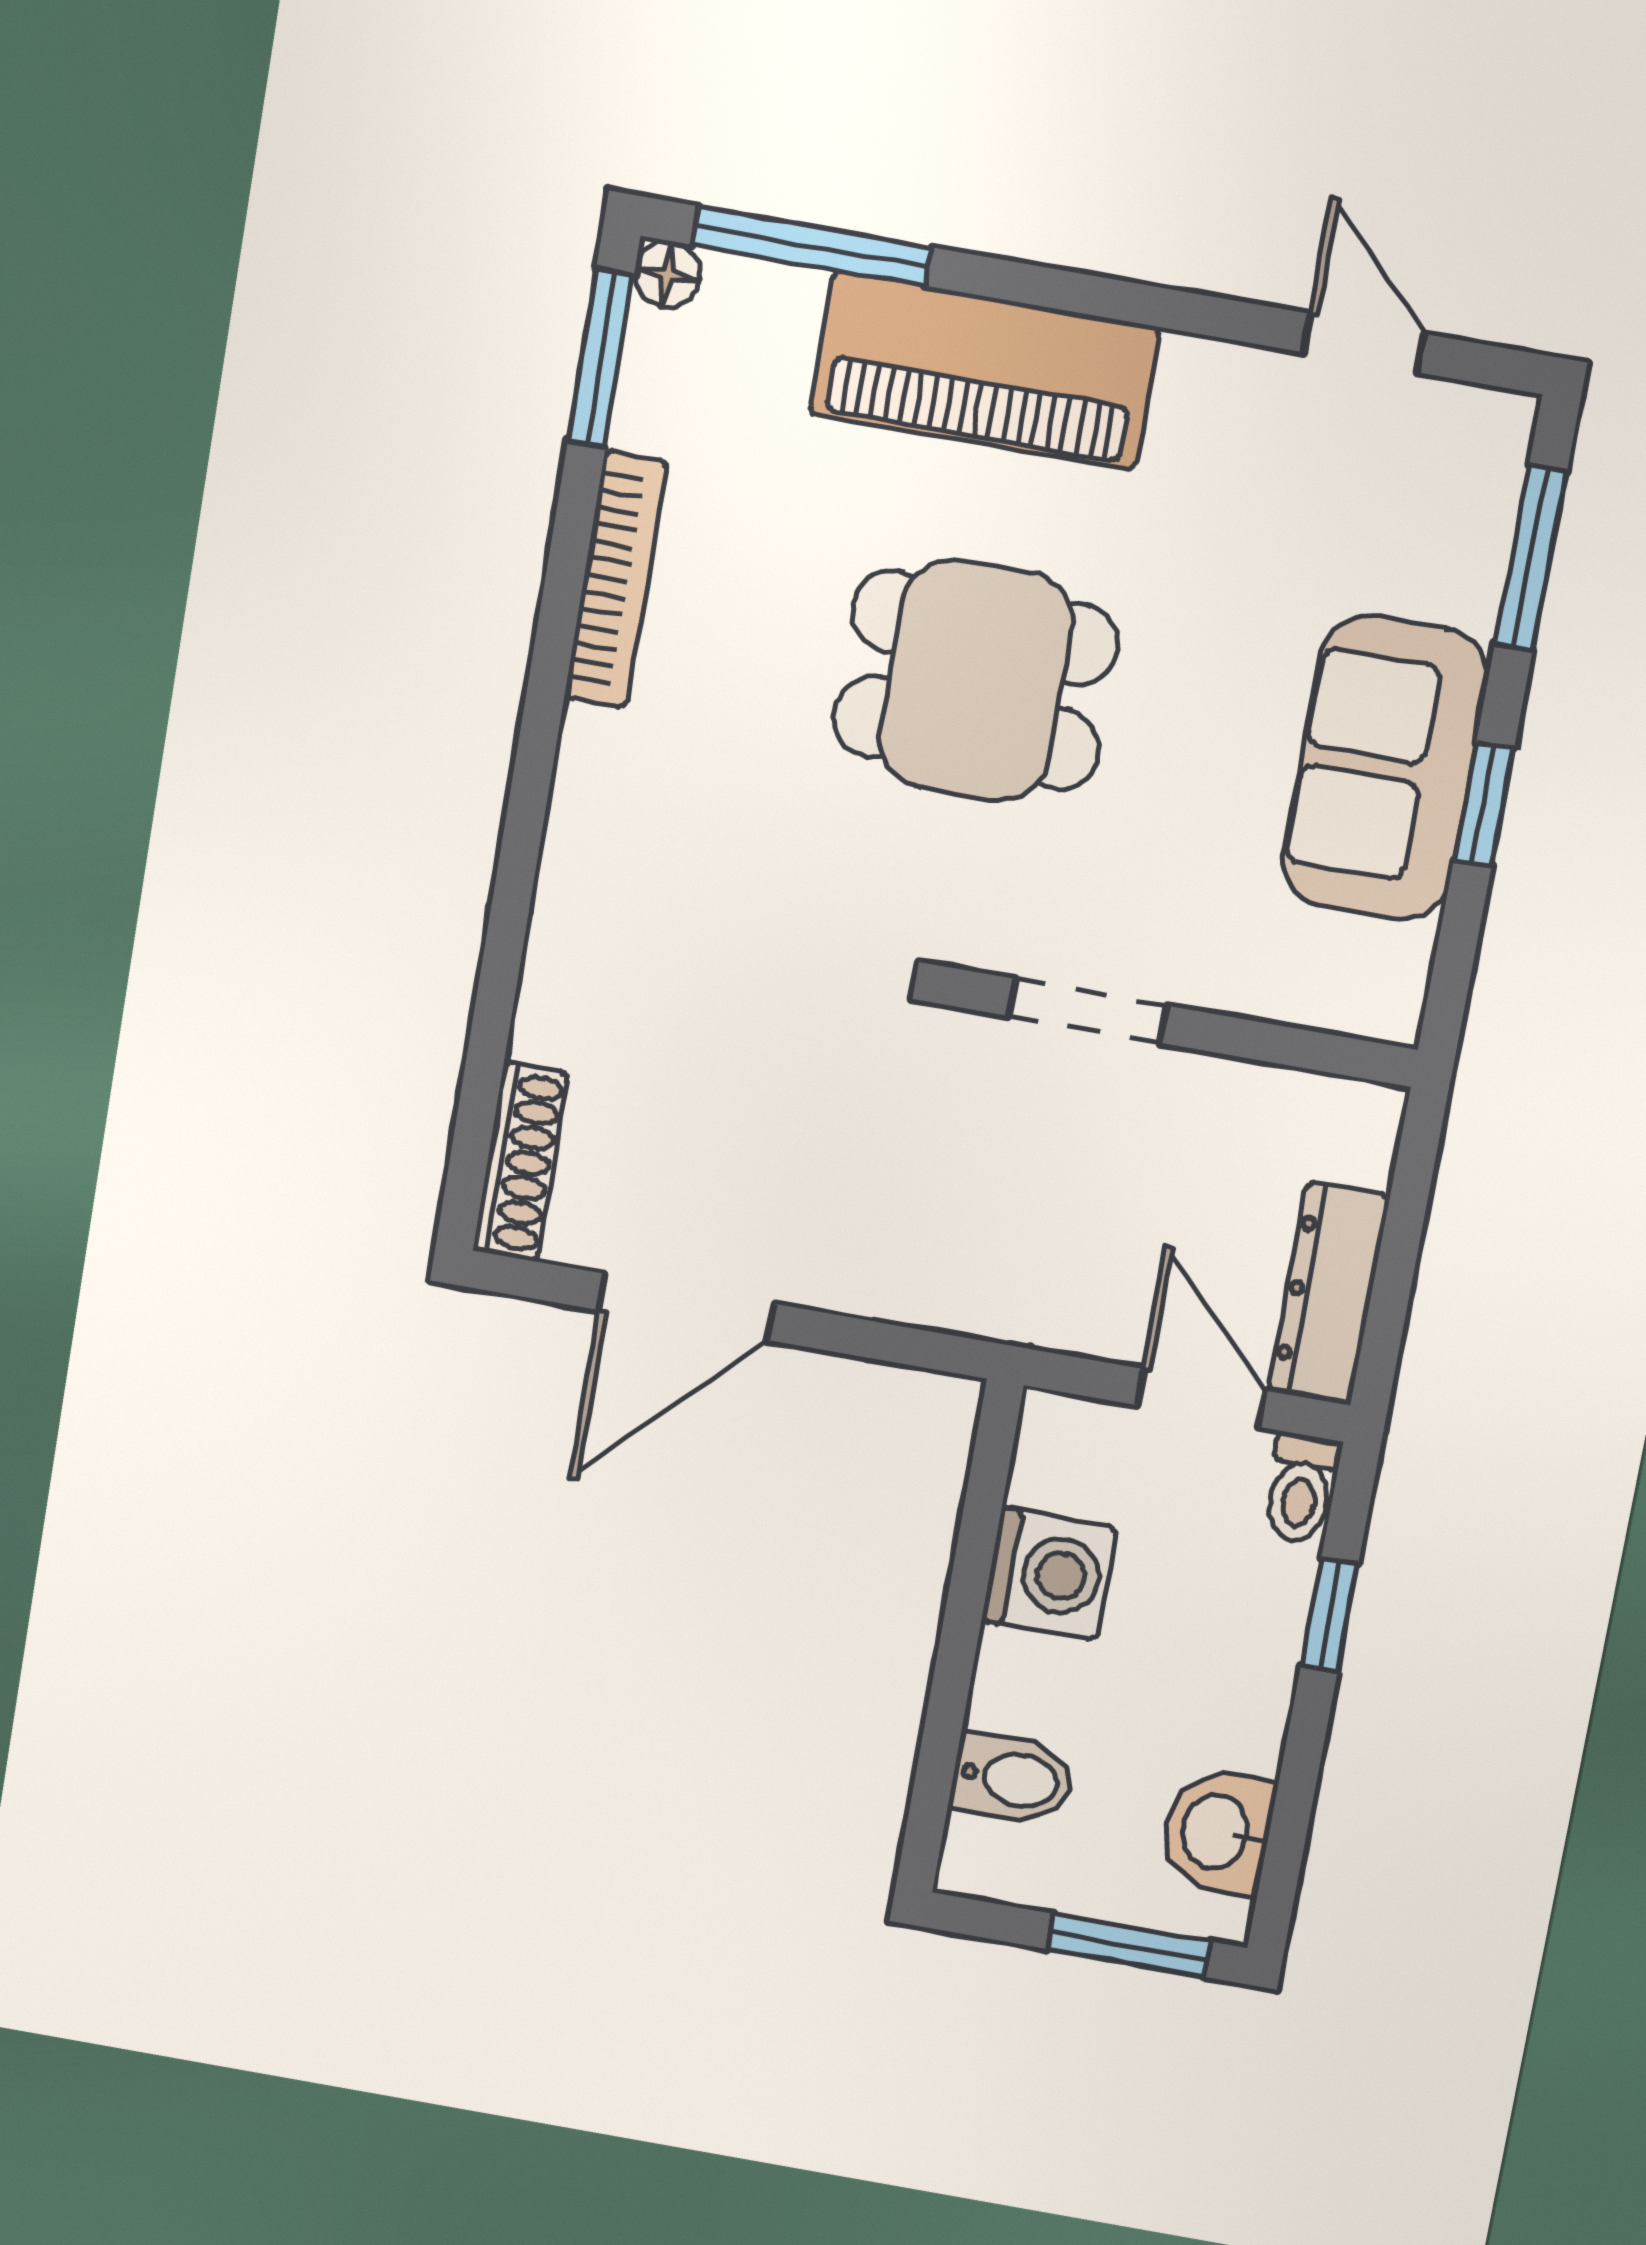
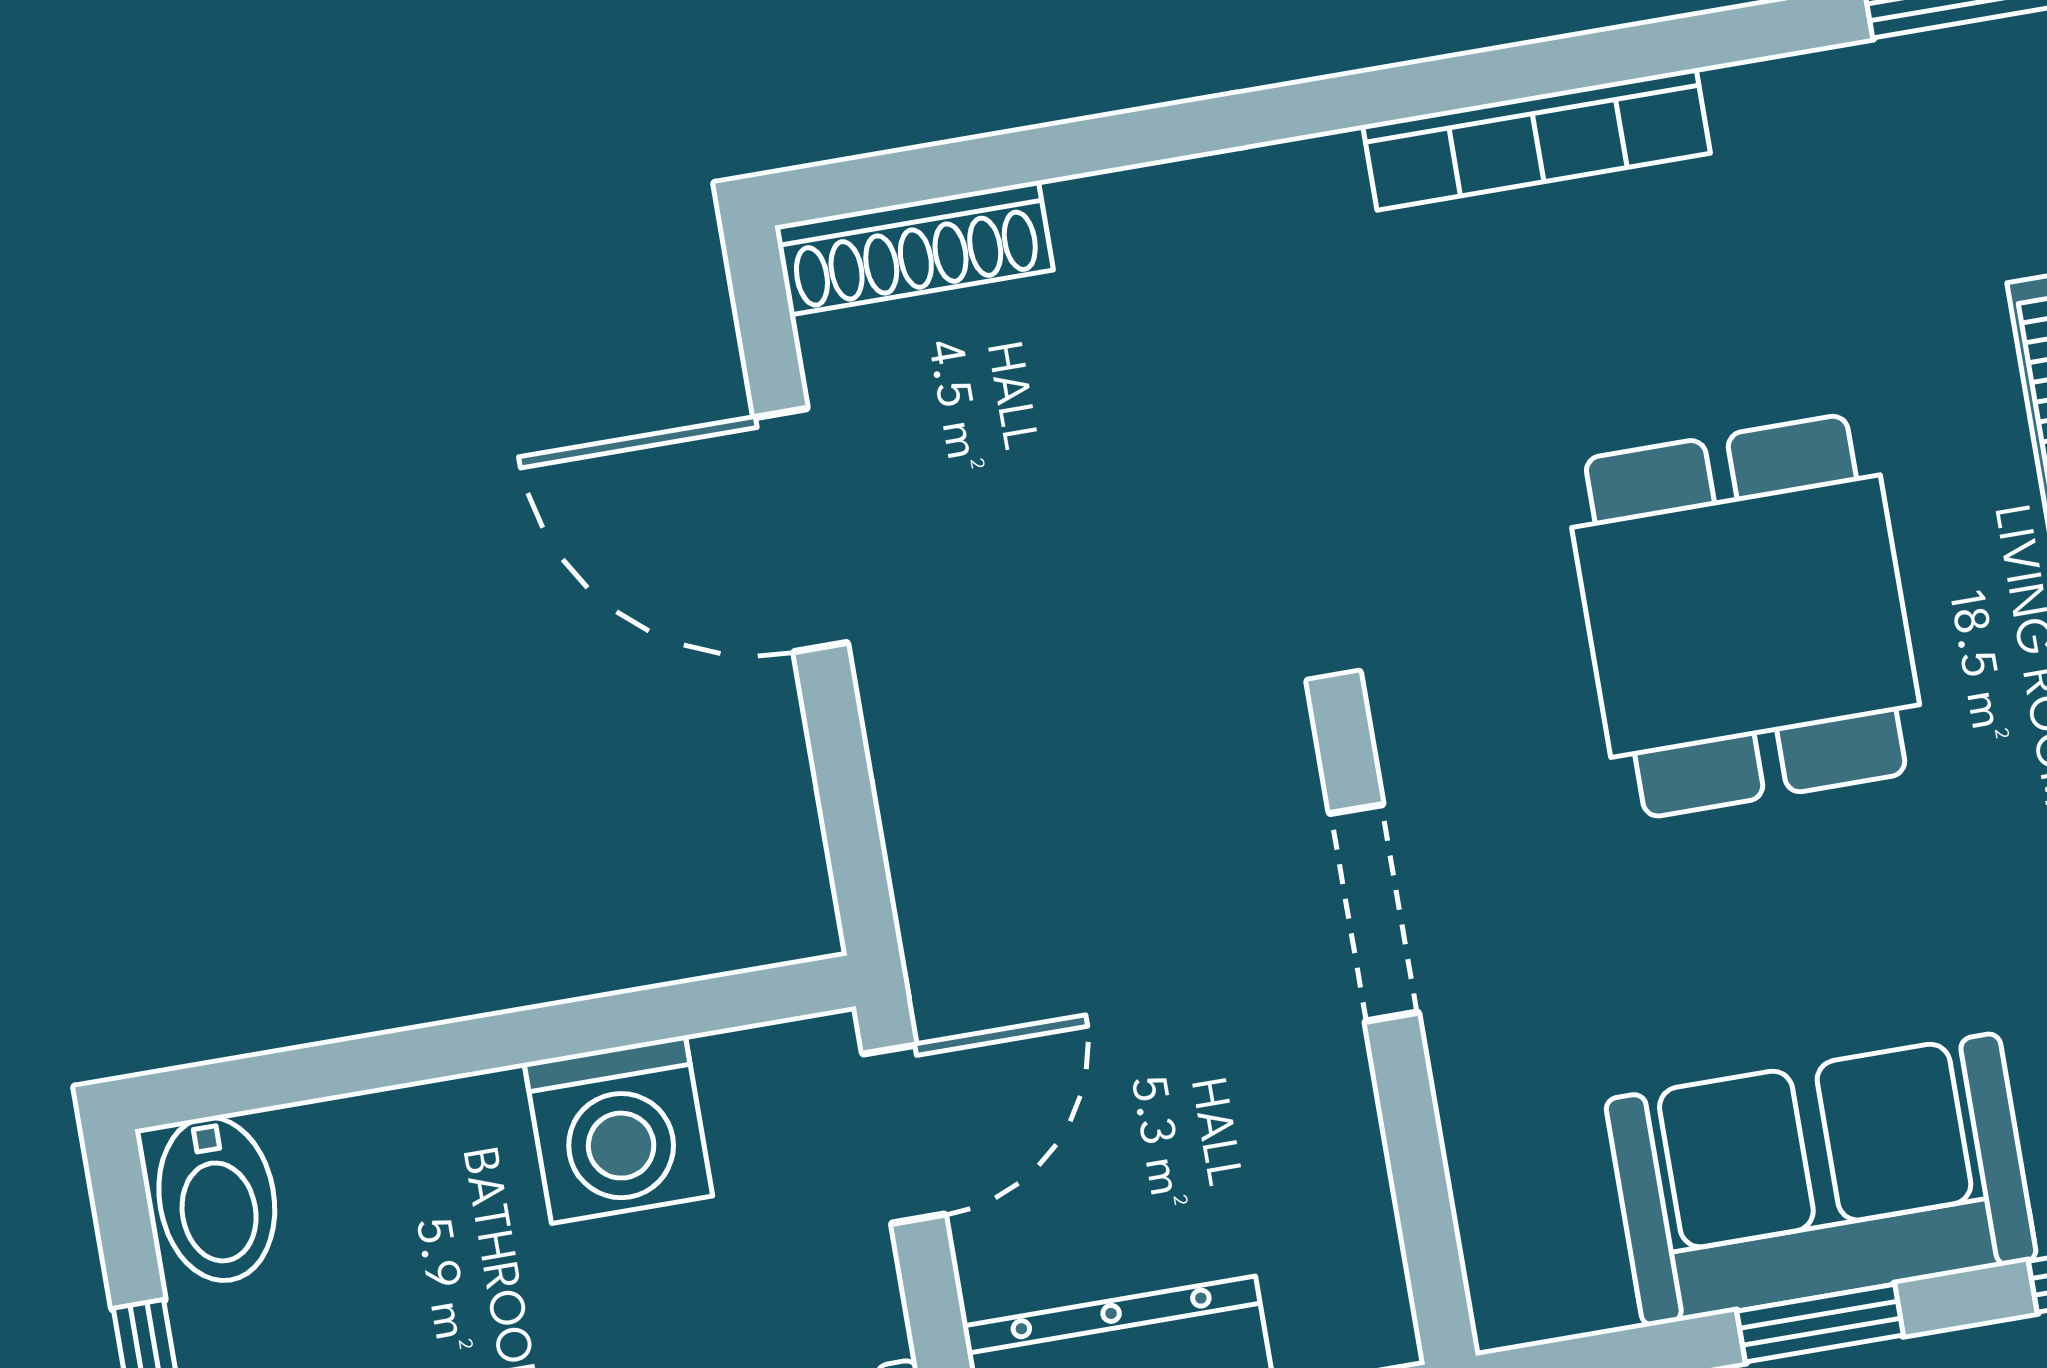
bookcase: (616, 580) -> (1536, 139), moved
door: (1201, 1398) -> (904, 1134), moved
bidet: (1012, 1779) -> (217, 1199), moved

